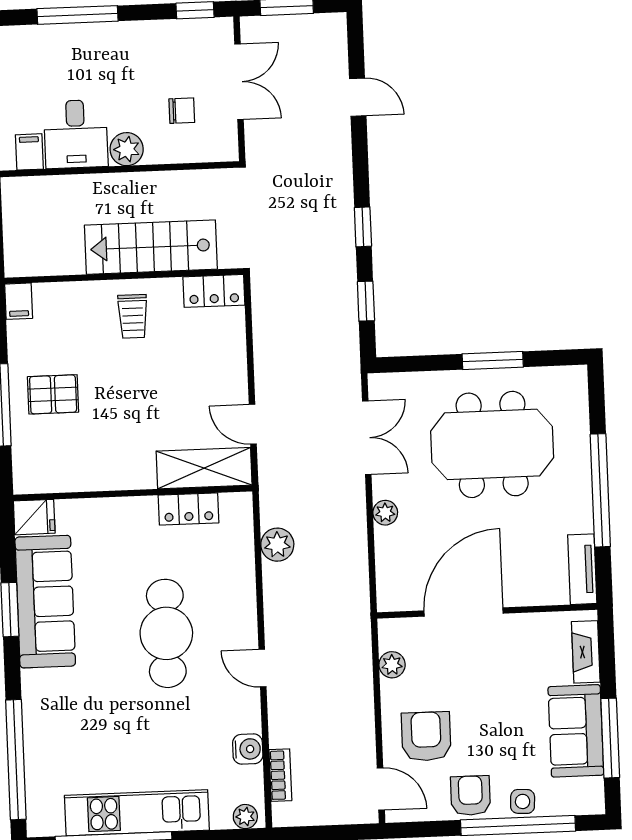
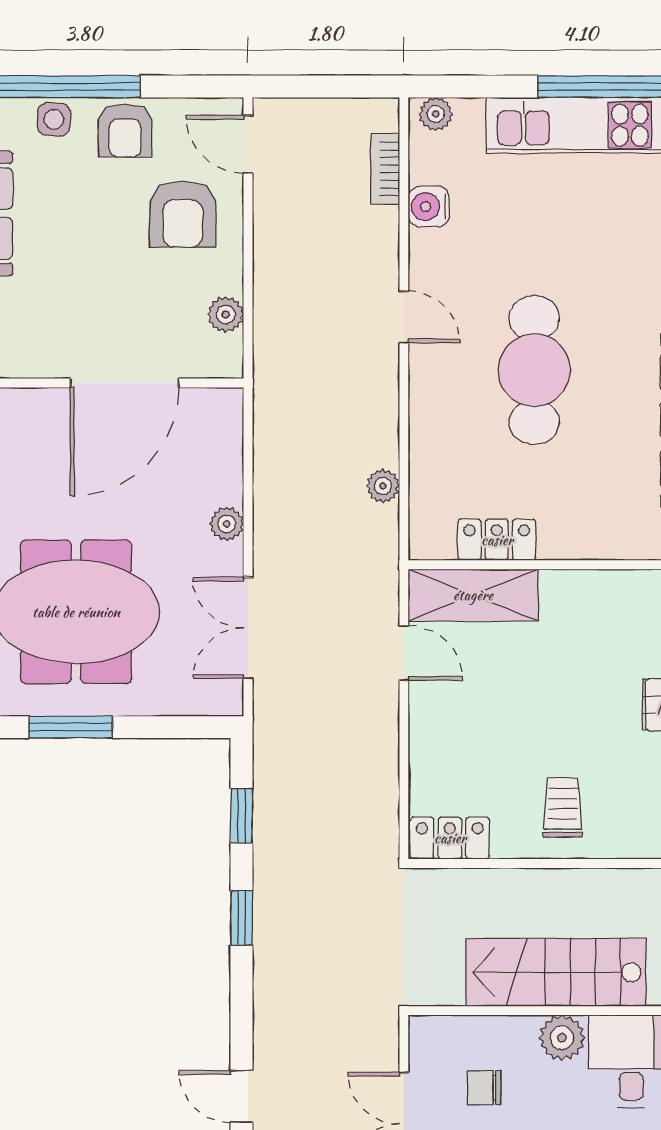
stairs: (151, 247) -> (556, 972), moved, turned 180
plant: (277, 545) -> (383, 486), width x0.73, depth x0.73

